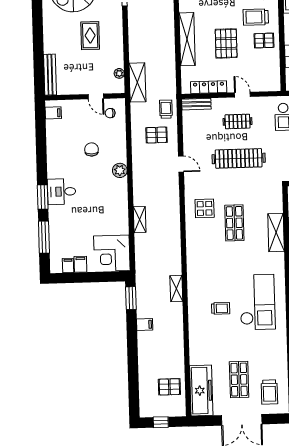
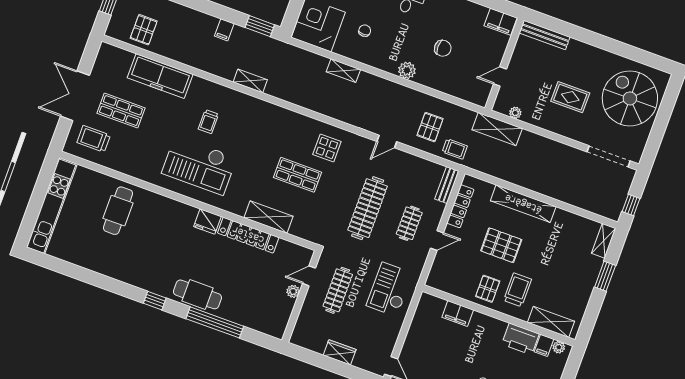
filing cabinet: (53, 113) -> (501, 22), width x2.00
chair: (110, 113) -> (365, 31), moved
freezer: (201, 391) -> (160, 76), moved

